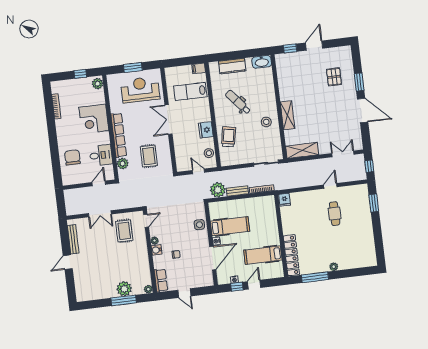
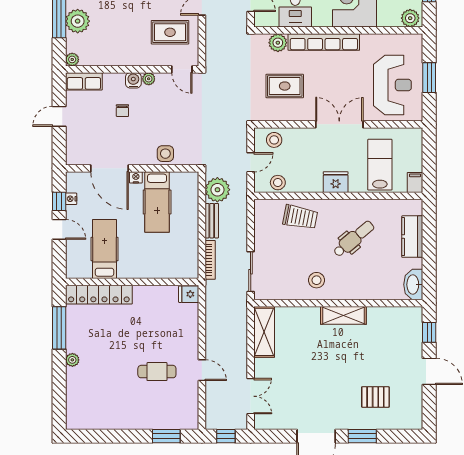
shelving: (288, 115) -> (343, 315), moved
fridge: (206, 130) -> (336, 182), moved
stool: (183, 159) -> (274, 140), added

